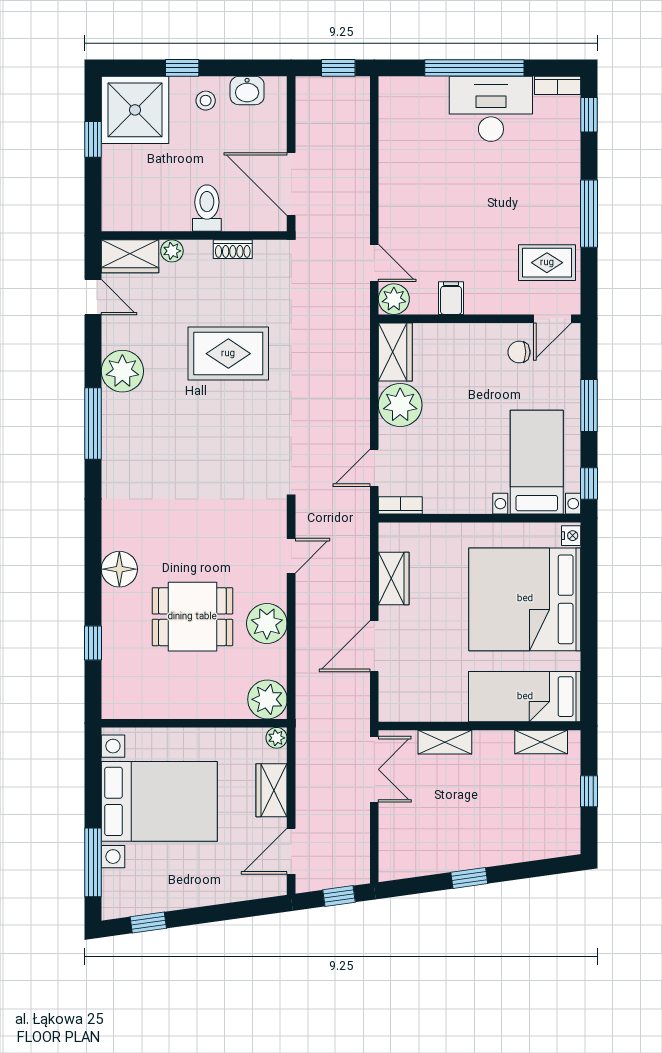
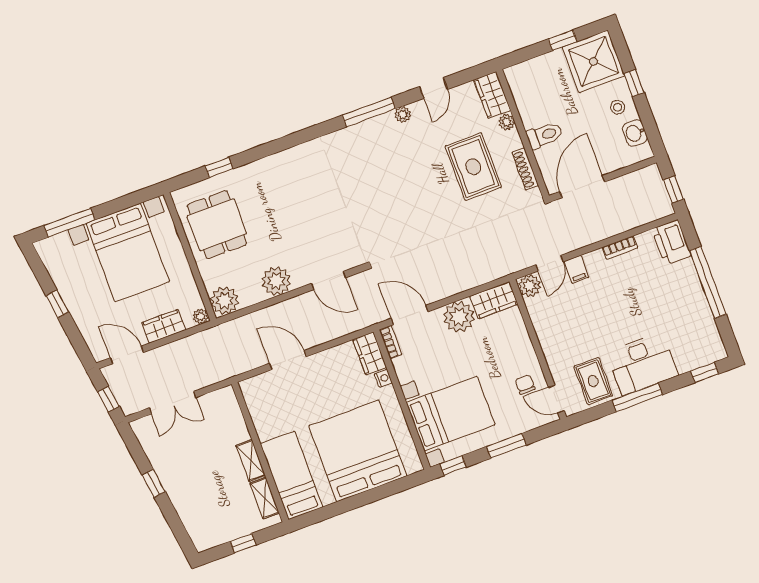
bookcase: (558, 85) -> (620, 248), moved, turned -90
printer: (405, 96) -> (671, 242), added
desk: (491, 109) -> (642, 364), moved, turned 90
shoe rack: (233, 249) -> (525, 169), width x1.43
door: (93, 297) -> (434, 88), moved
filing cabinet: (451, 298) -> (576, 269), moved, turned 90
rug: (228, 354) -> (473, 167), moved
plant: (122, 371) -> (403, 115), width x0.53, depth x0.53
bed with nightstands: (537, 462) -> (451, 414), width x1.36
door: (374, 468) -> (410, 315), width x1.38
nightstand: (571, 536) -> (383, 378), moved, turned -90
door: (291, 556) -> (329, 281), width x1.38
floor lamp: (119, 569) -> (276, 167), removed
wardrobe: (394, 578) -> (370, 353), moved, turned 90
dining table: (192, 617) -> (217, 225), moved
shelving: (445, 742) -> (251, 460), moved
double door: (374, 769) -> (173, 403), moved
window: (148, 923) -> (57, 304), moved

